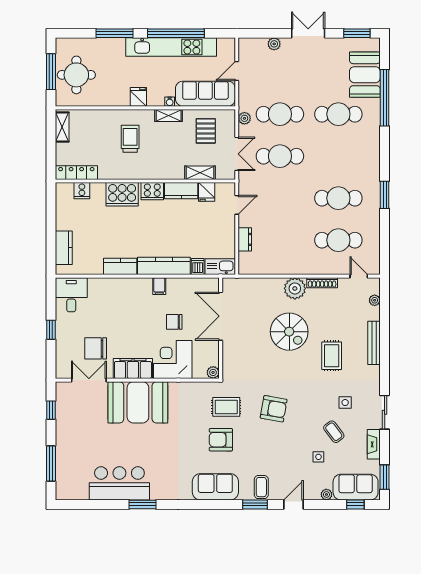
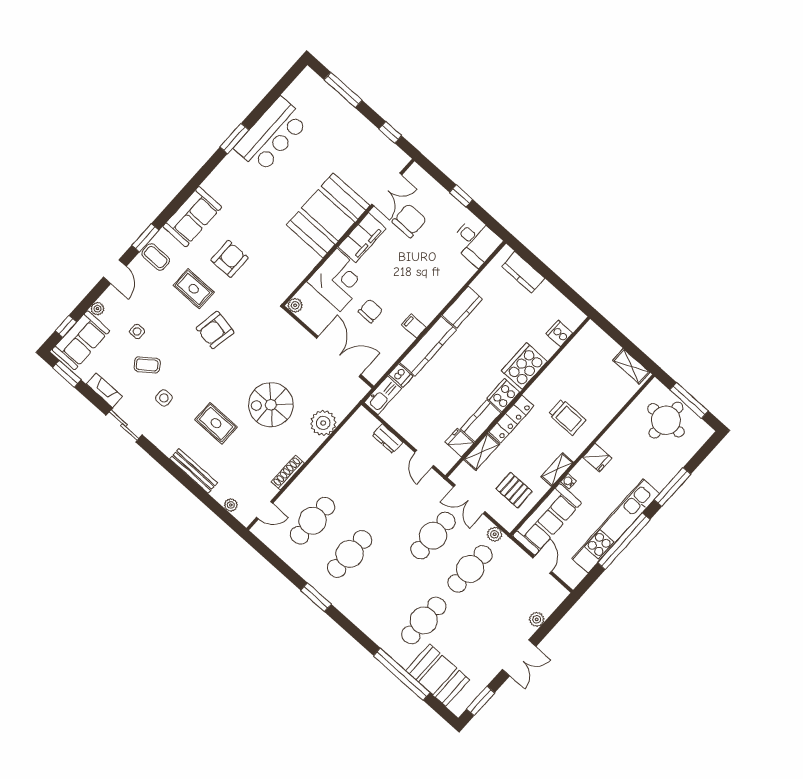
locker: (76, 173) -> (511, 419), moved
plant: (295, 288) -> (323, 423), moved
rug: (226, 407) -> (194, 289), moved, turned 90

